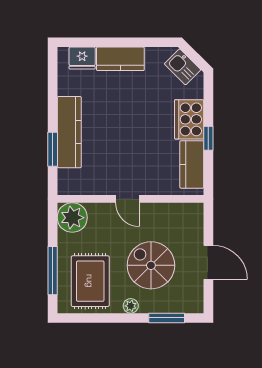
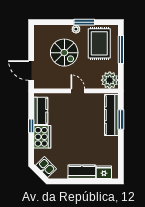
kitchen counter: (69, 132) -> (111, 115), moved
door: (208, 262) -> (31, 70), moved
window: (167, 318) -> (84, 22), moved

